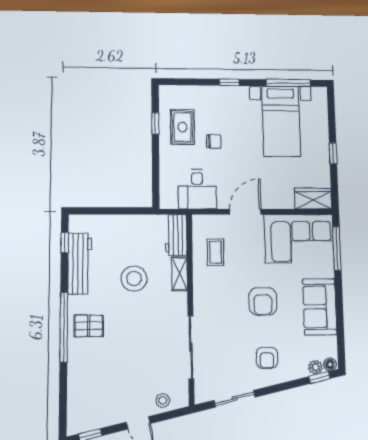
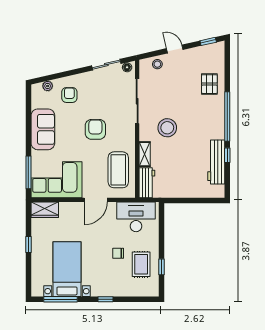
desk: (197, 189) -> (136, 217), width x1.37
window: (65, 243) -> (227, 155), moved
coffee table: (215, 252) -> (118, 170), width x1.86, depth x1.72
stool: (134, 279) -> (167, 128), moved
armchair: (263, 301) -> (95, 129), moved
pallet: (89, 326) -> (209, 84), moved, turned 90
armchair: (267, 358) -> (69, 95), moved
floor lamp: (330, 364) -> (127, 67), moved
window: (319, 378) -> (45, 79), removed

